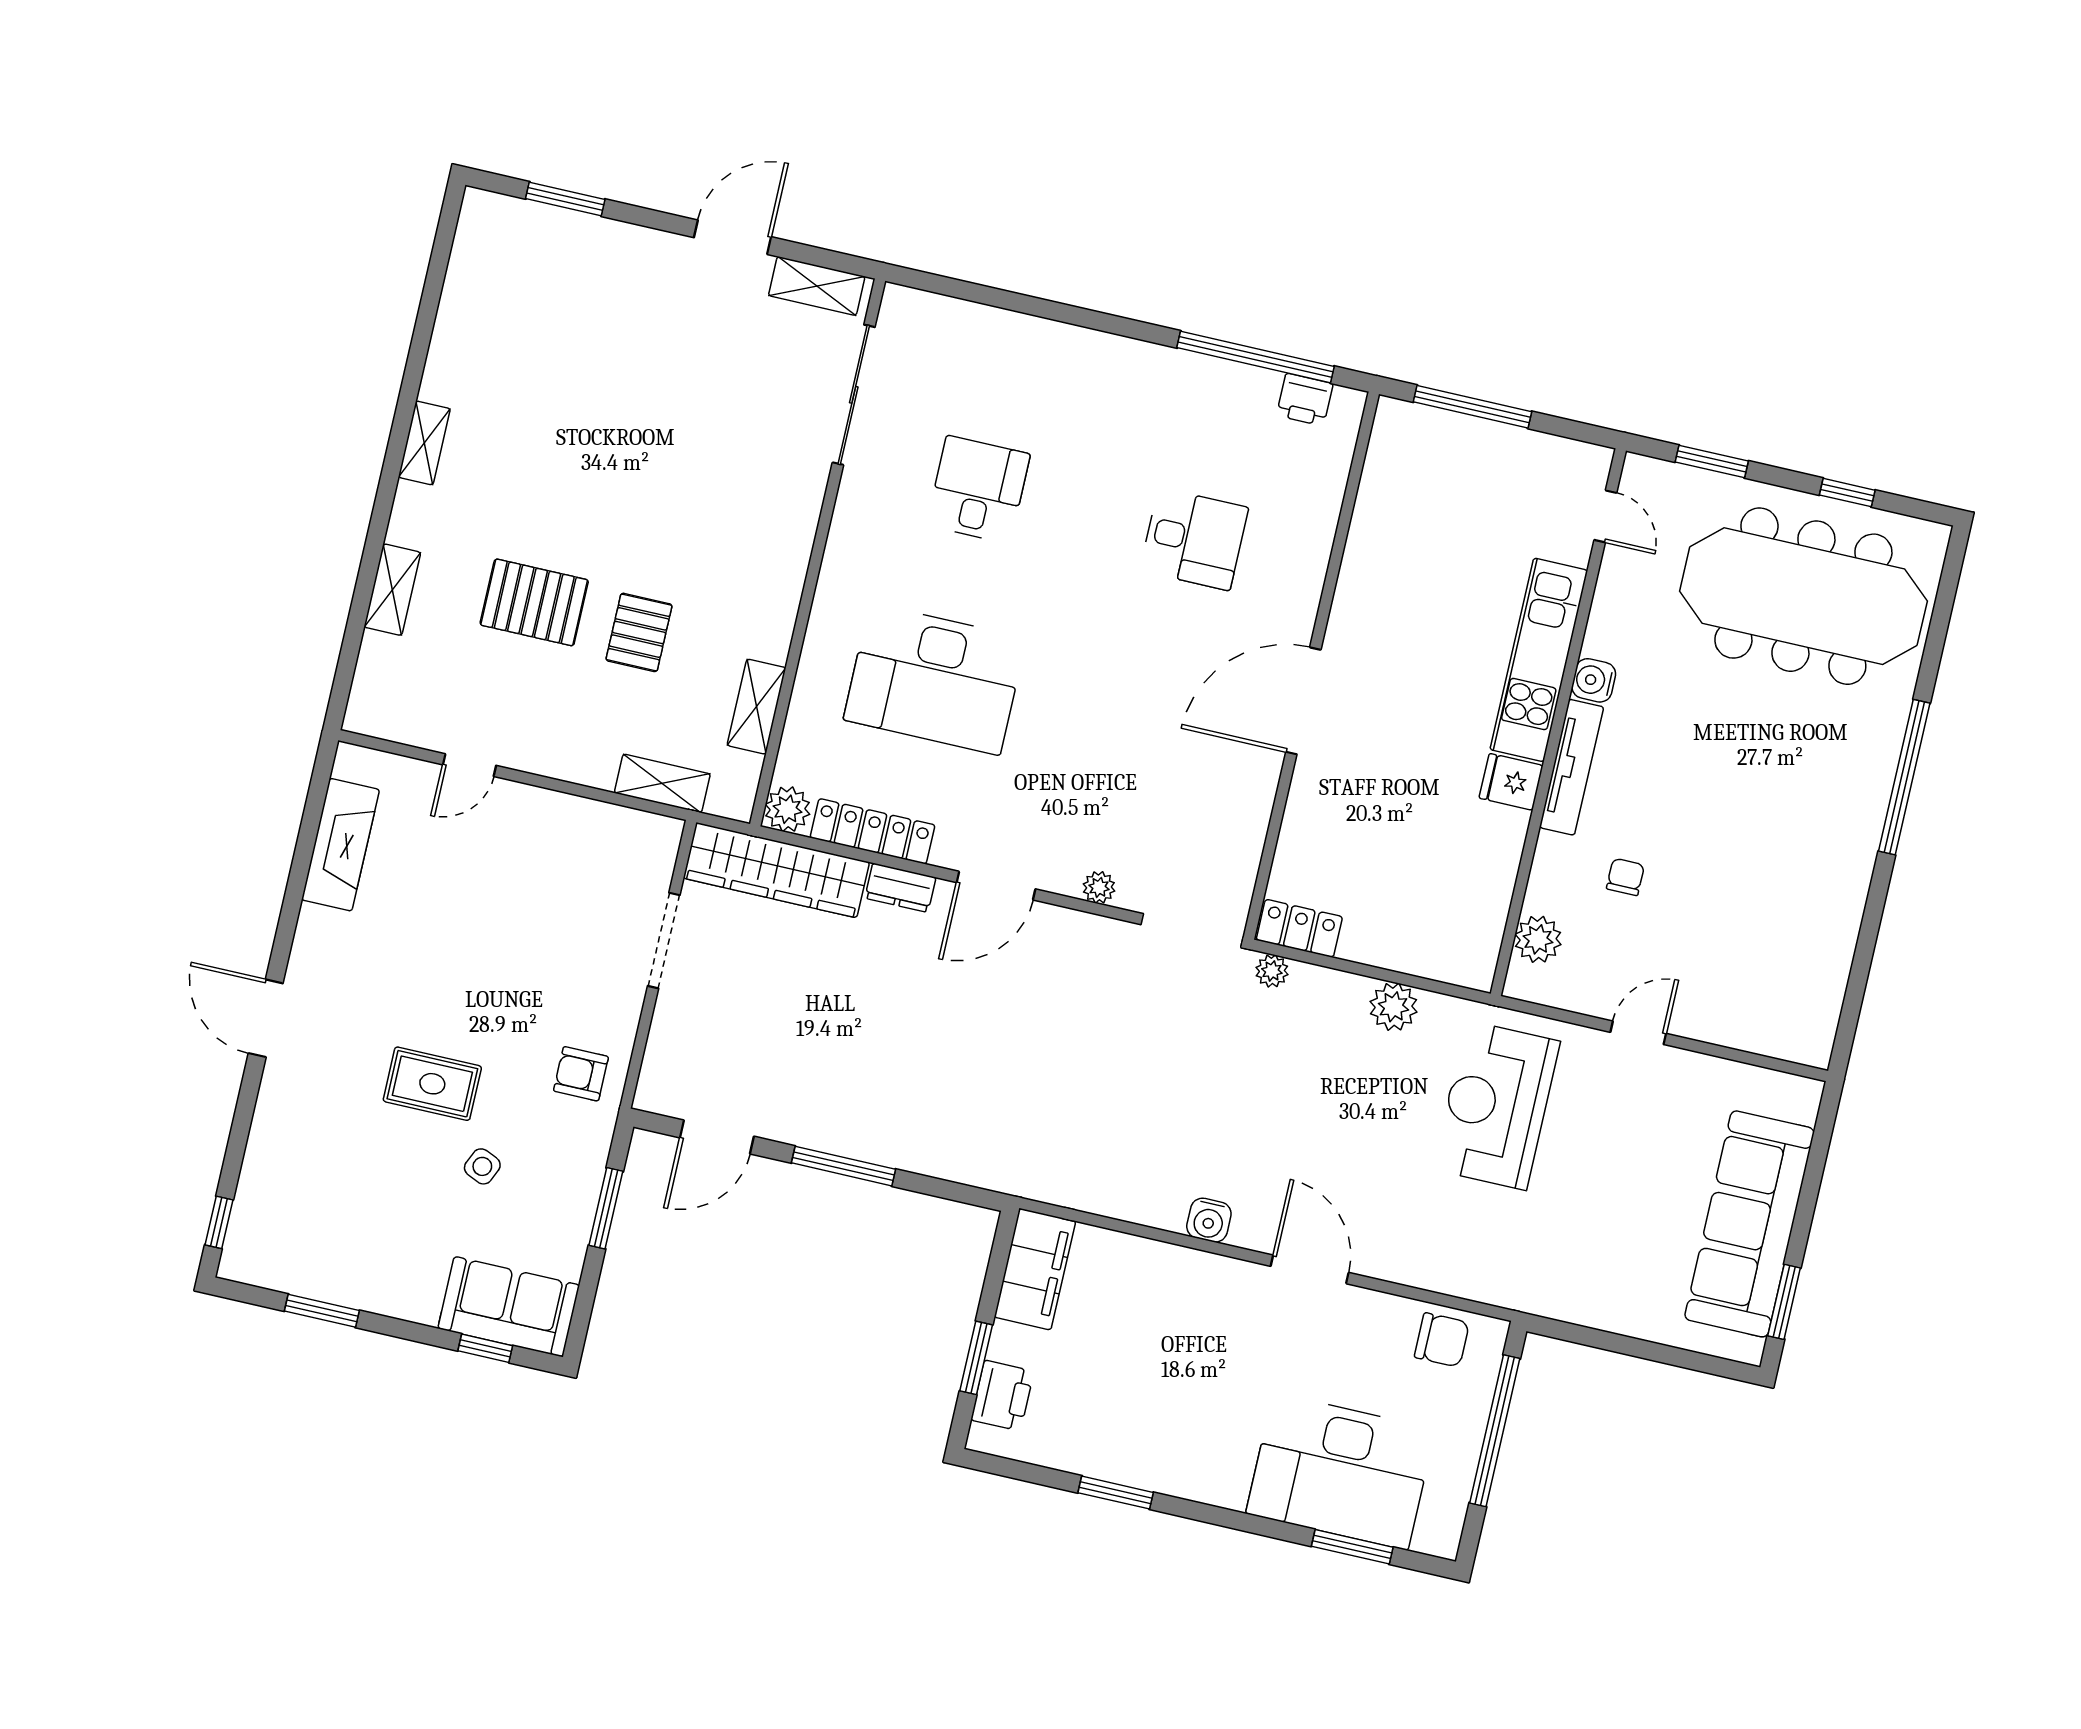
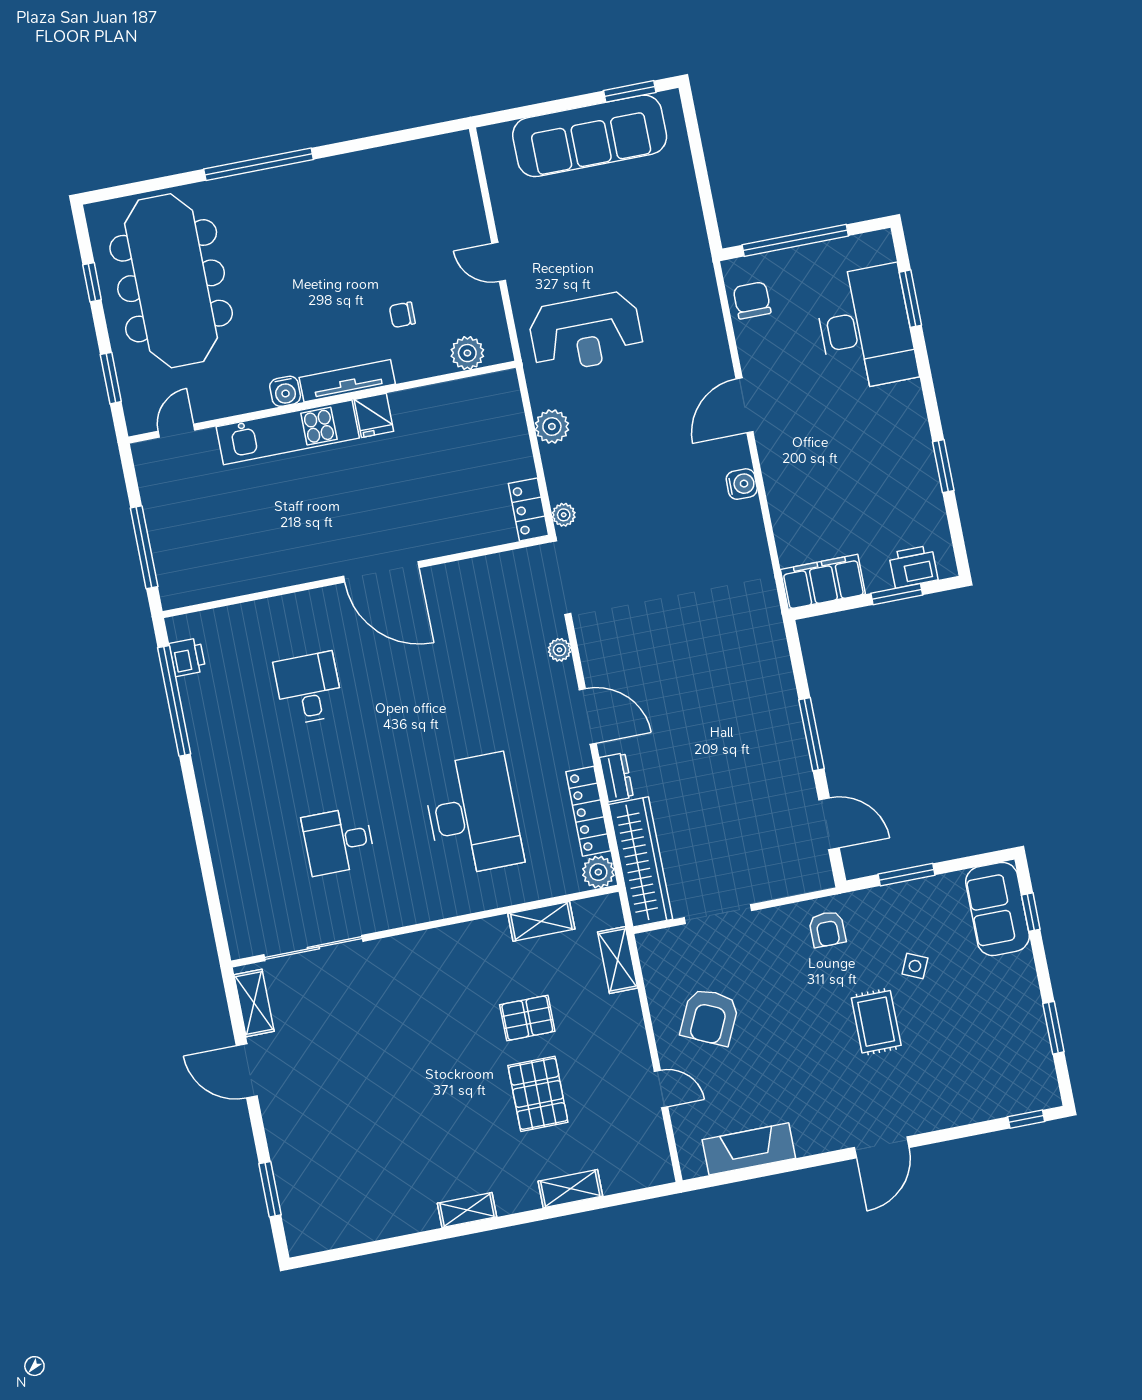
armchair: (535, 870) -> (710, 1017), added

